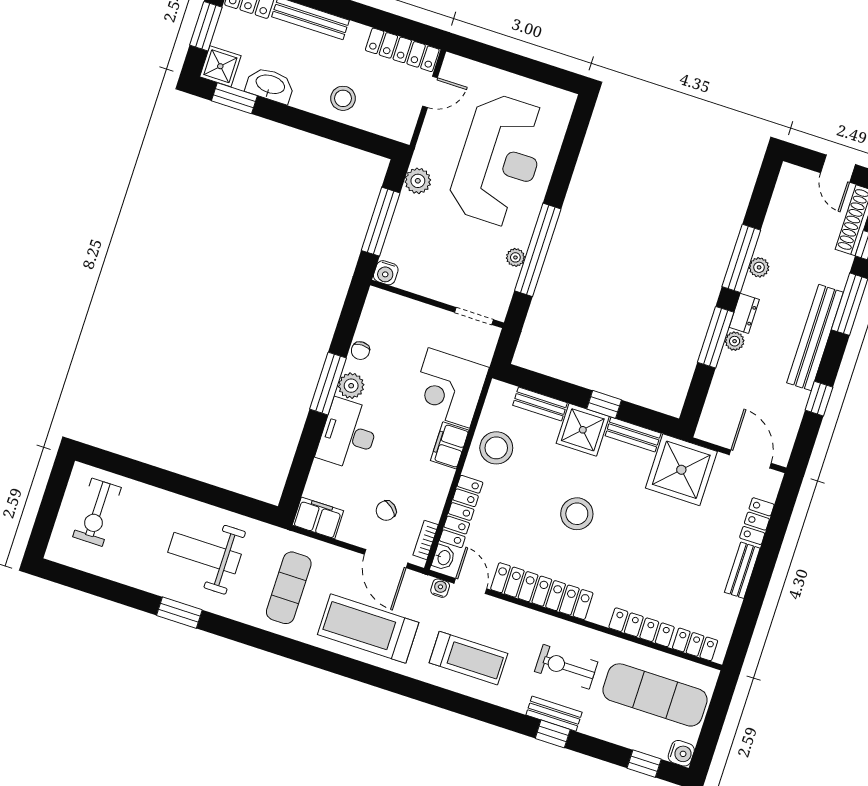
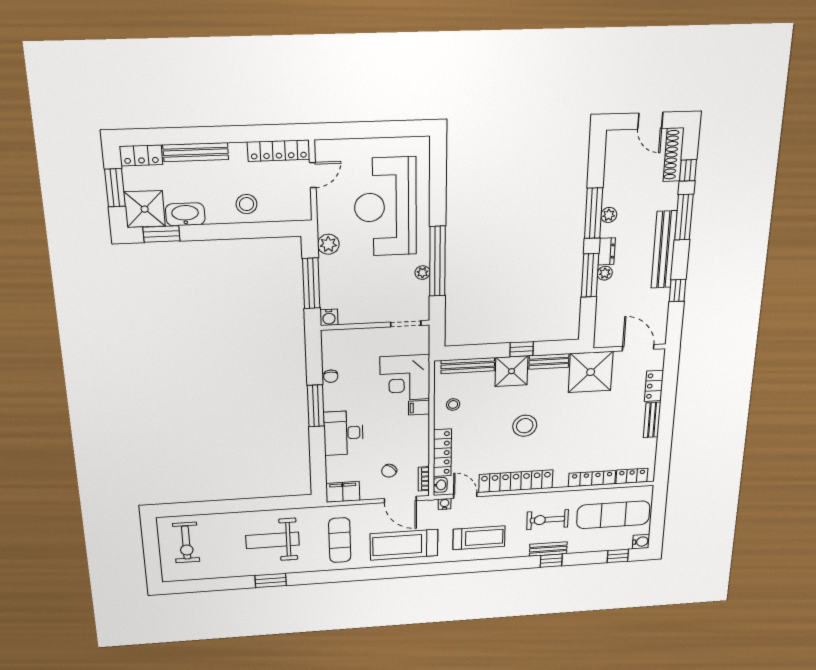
shower: (220, 66) -> (145, 209), width x1.36, depth x1.36
reception desk: (499, 160) -> (385, 207), turned 180
plant: (351, 386) -> (333, 401), removed
bench: (540, 404) -> (468, 366), width x1.36
filing cabinet: (450, 445) -> (419, 408), width x0.50
stool: (496, 448) -> (453, 404), width x0.53, depth x0.53

